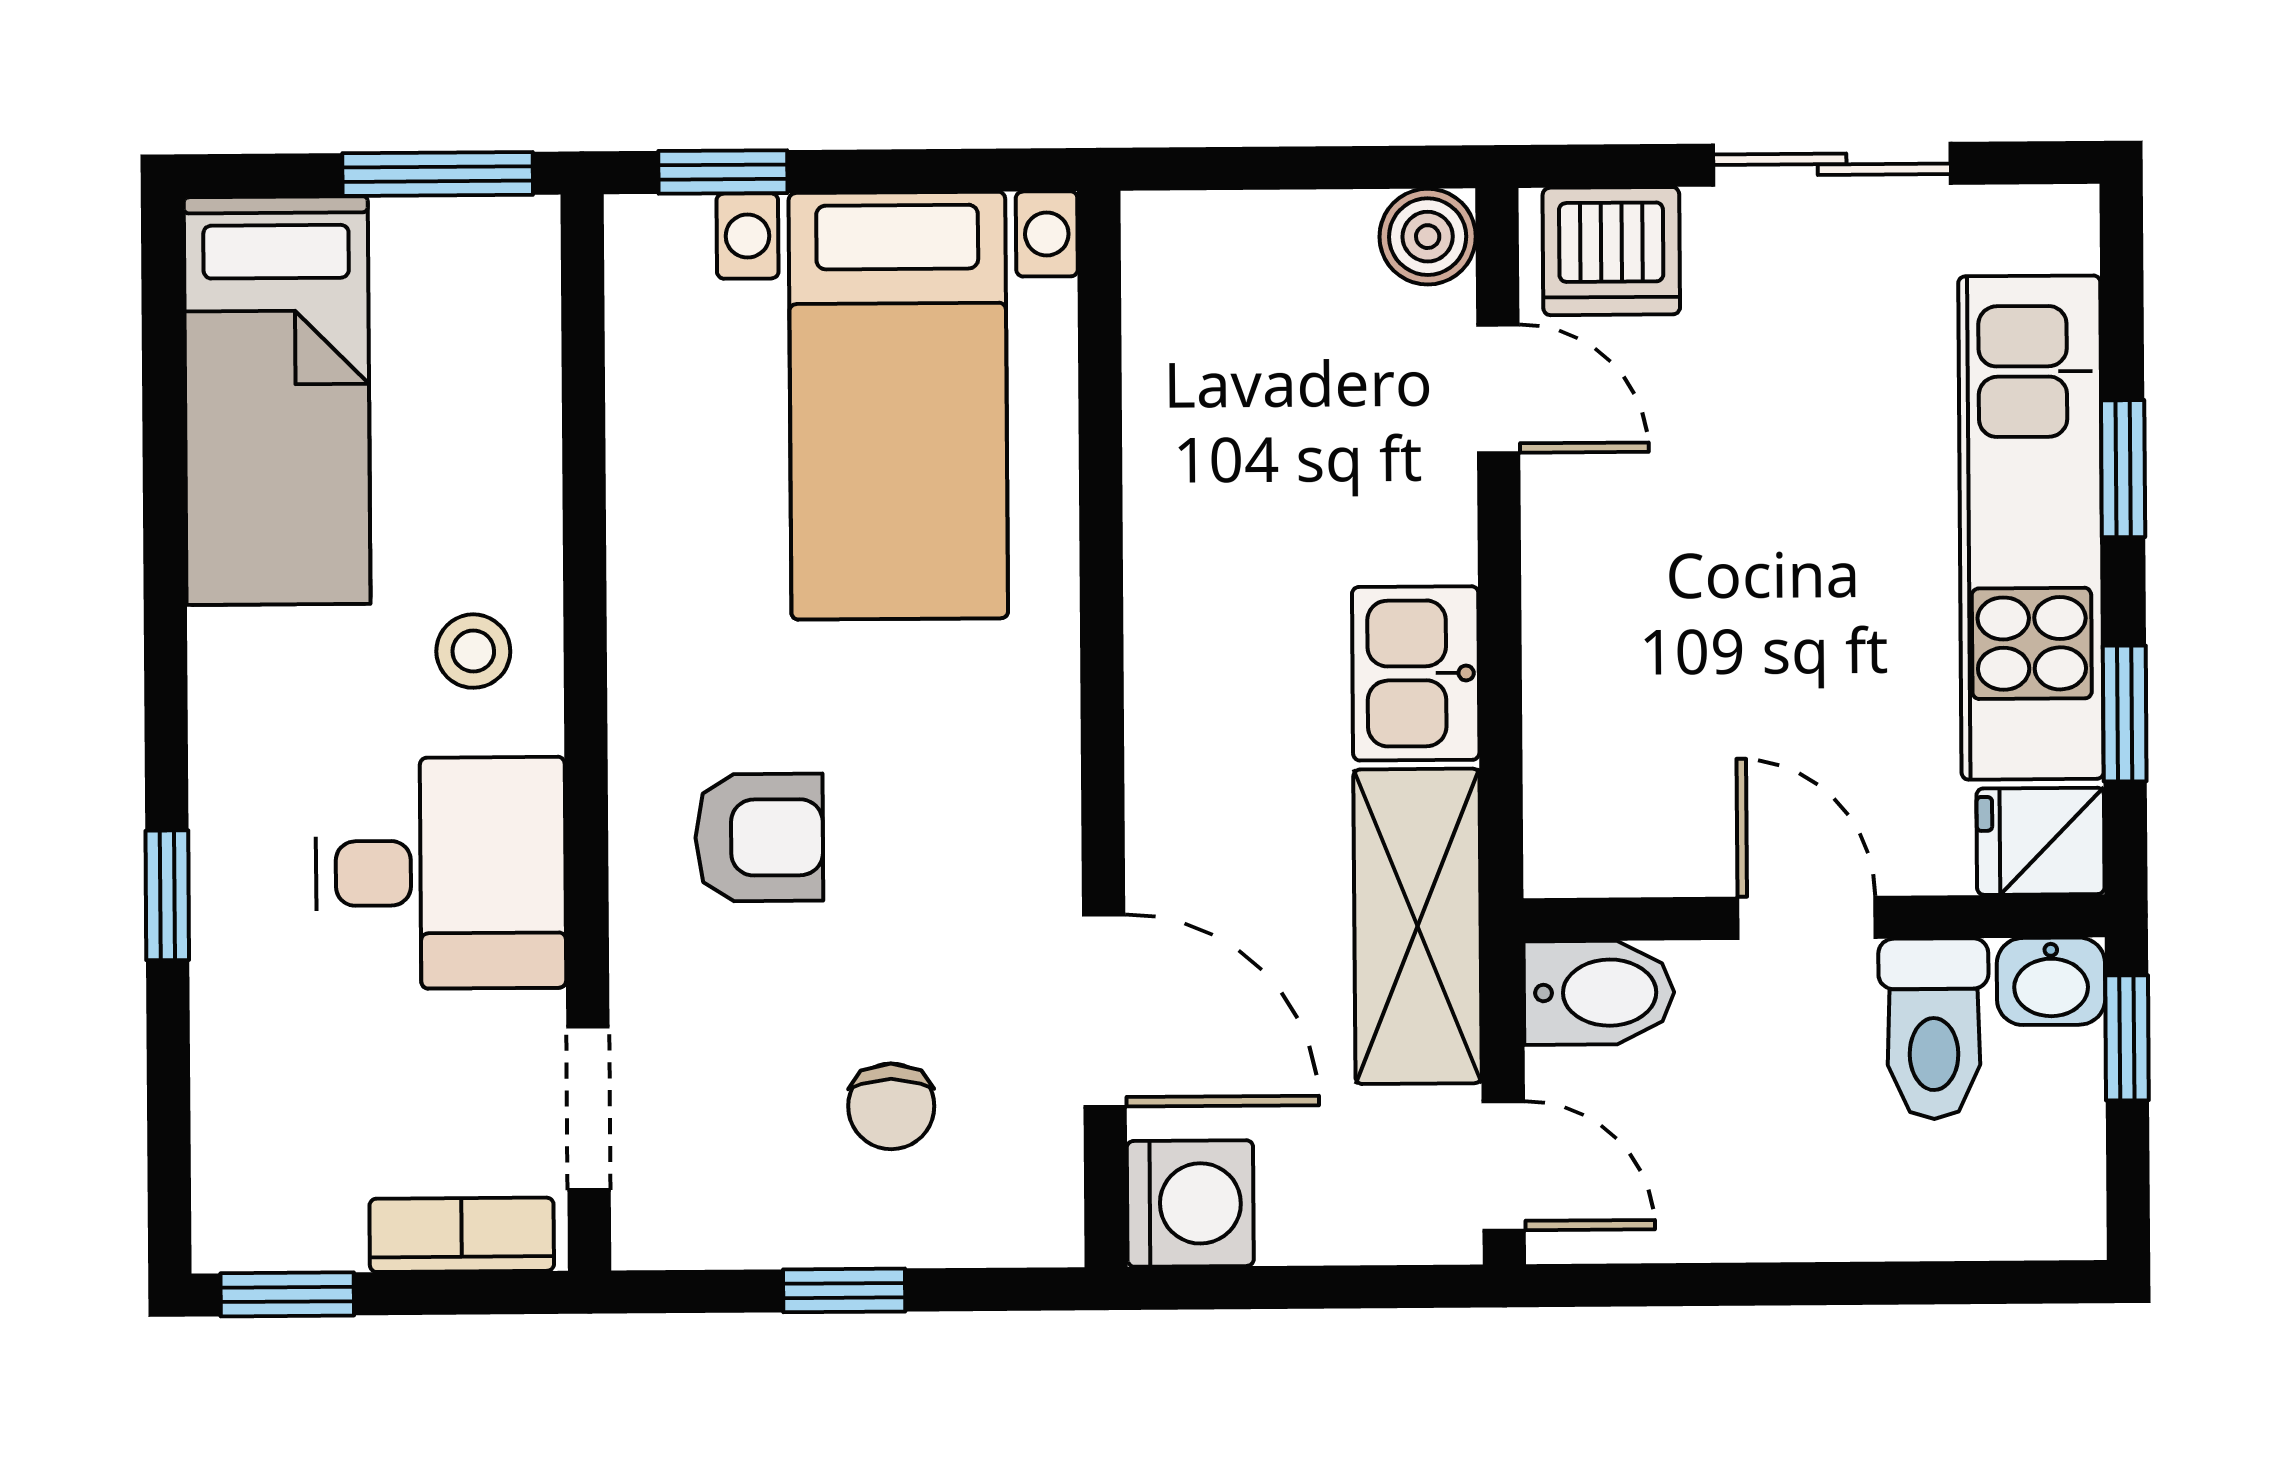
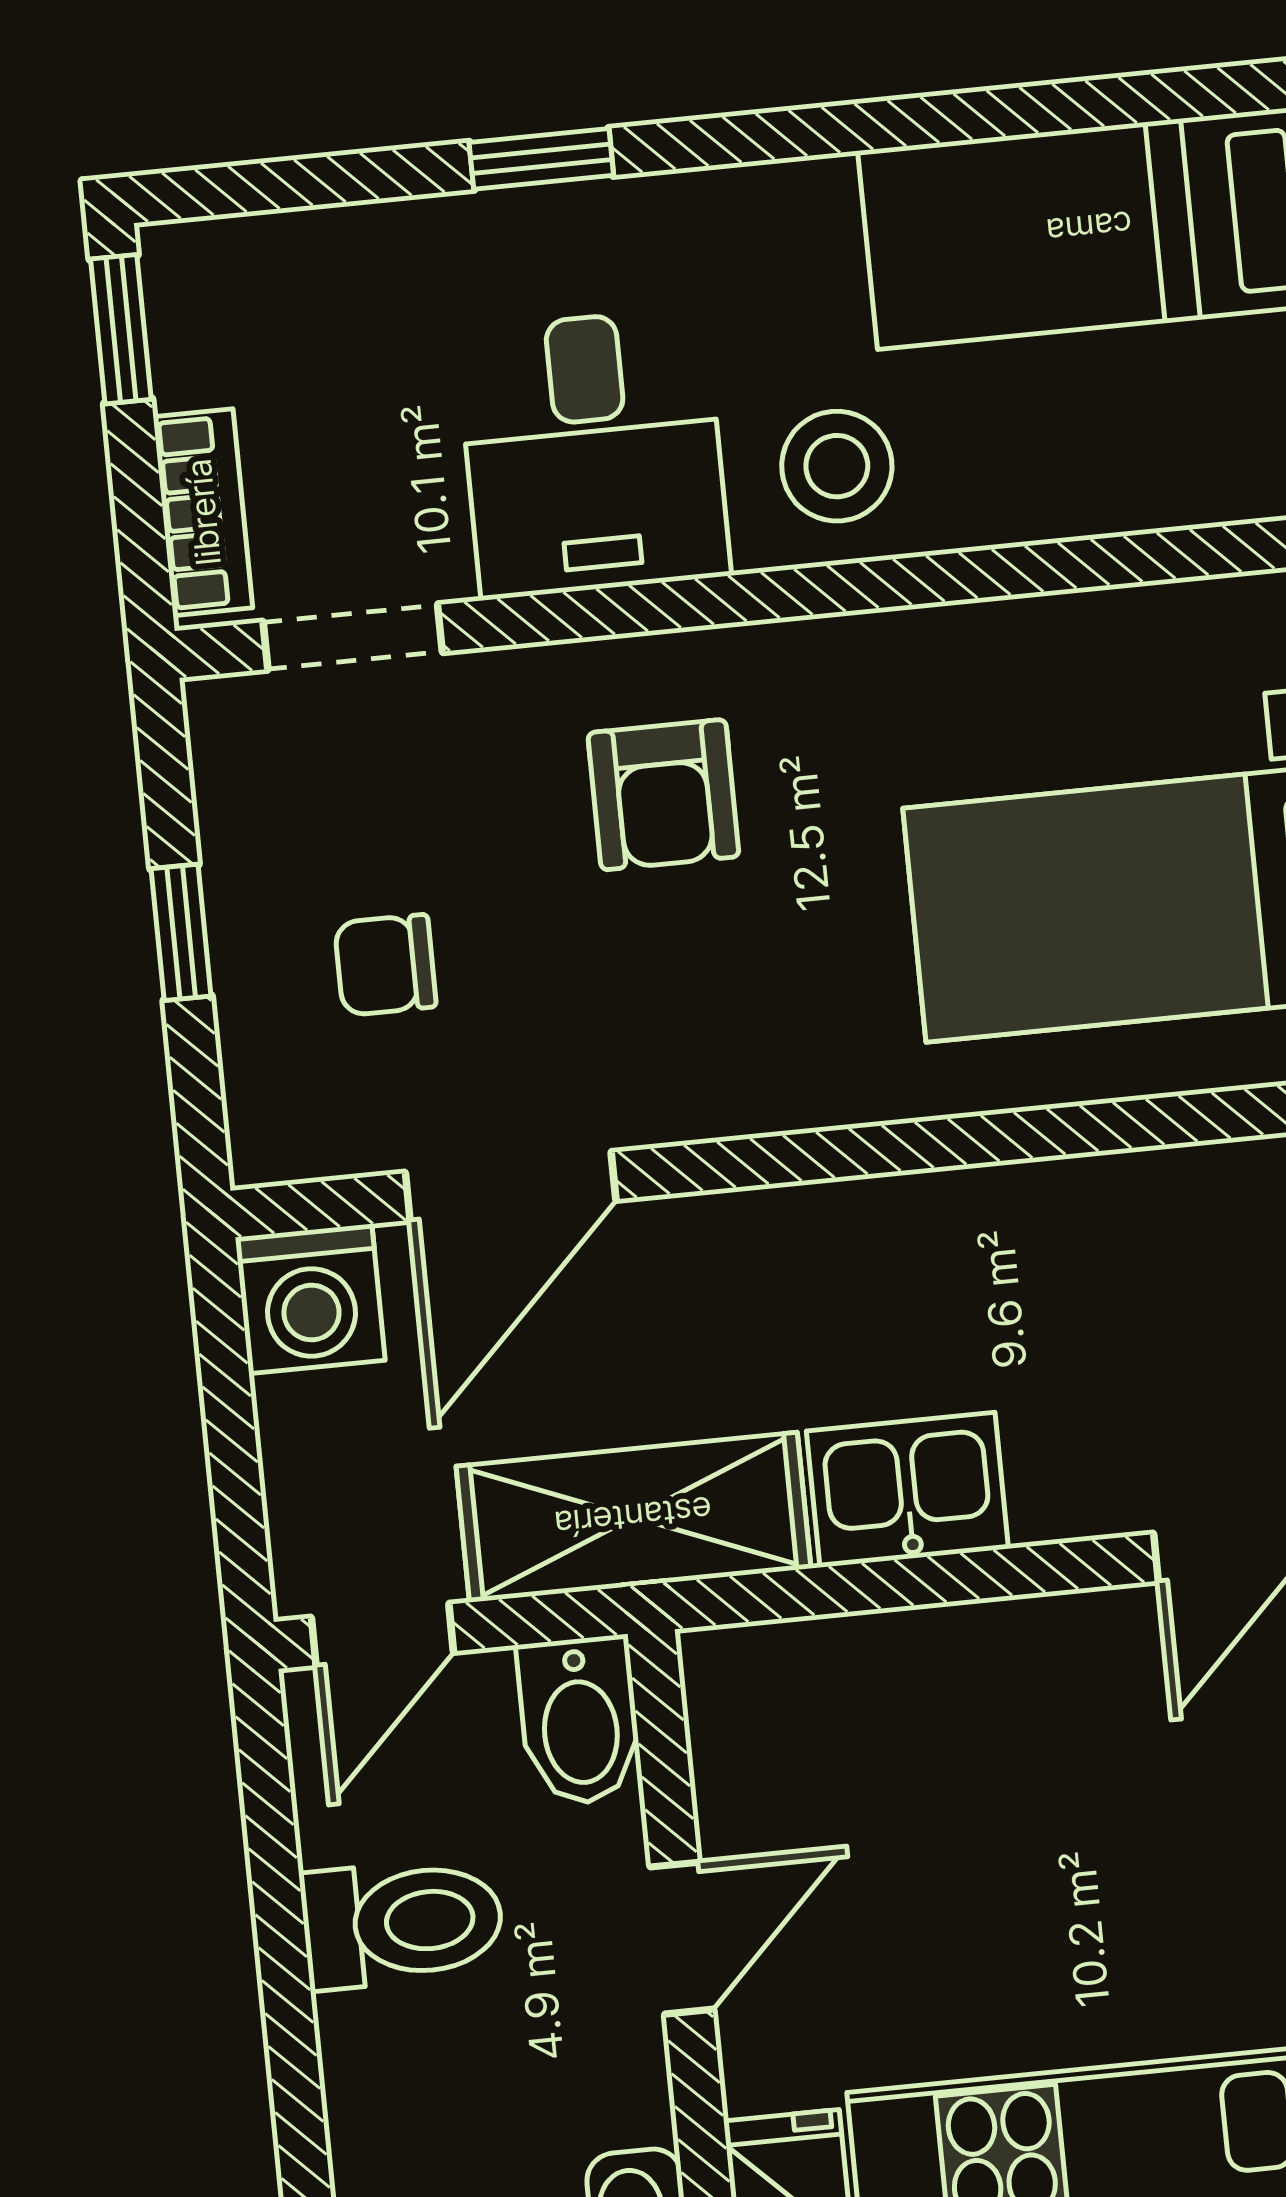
stool: (473, 651) -> (837, 466), width x1.37, depth x1.37
toilet: (1934, 1029) -> (402, 1923), moved, turned 180

